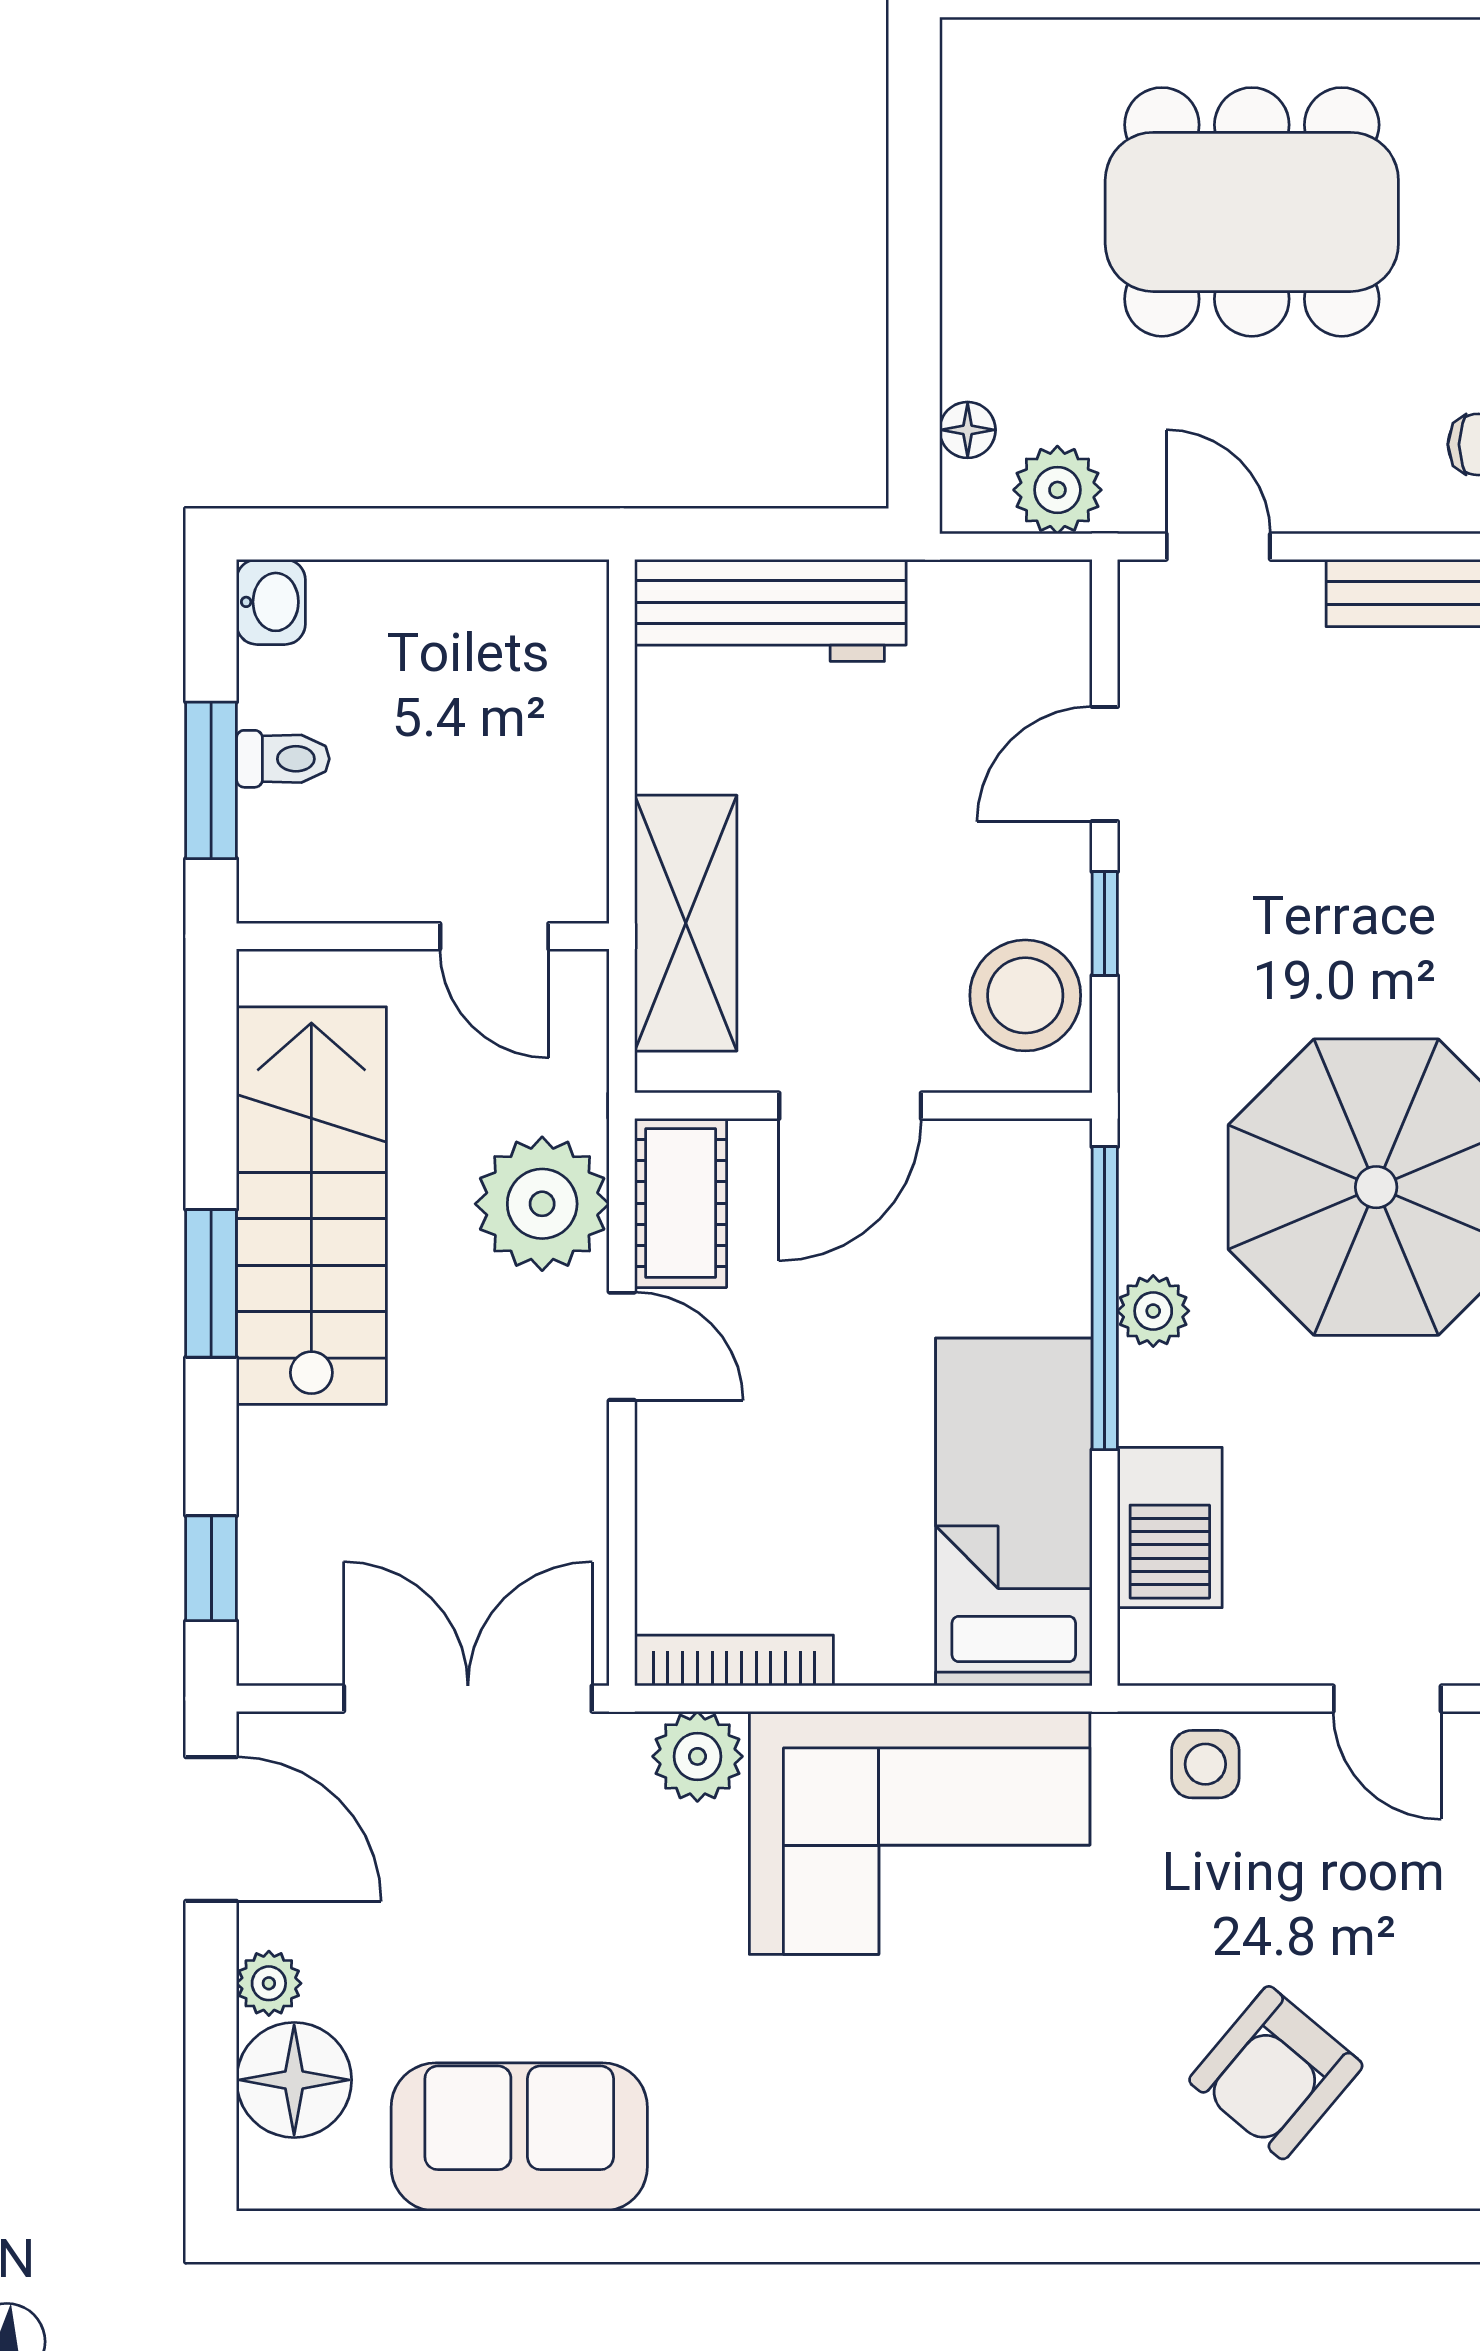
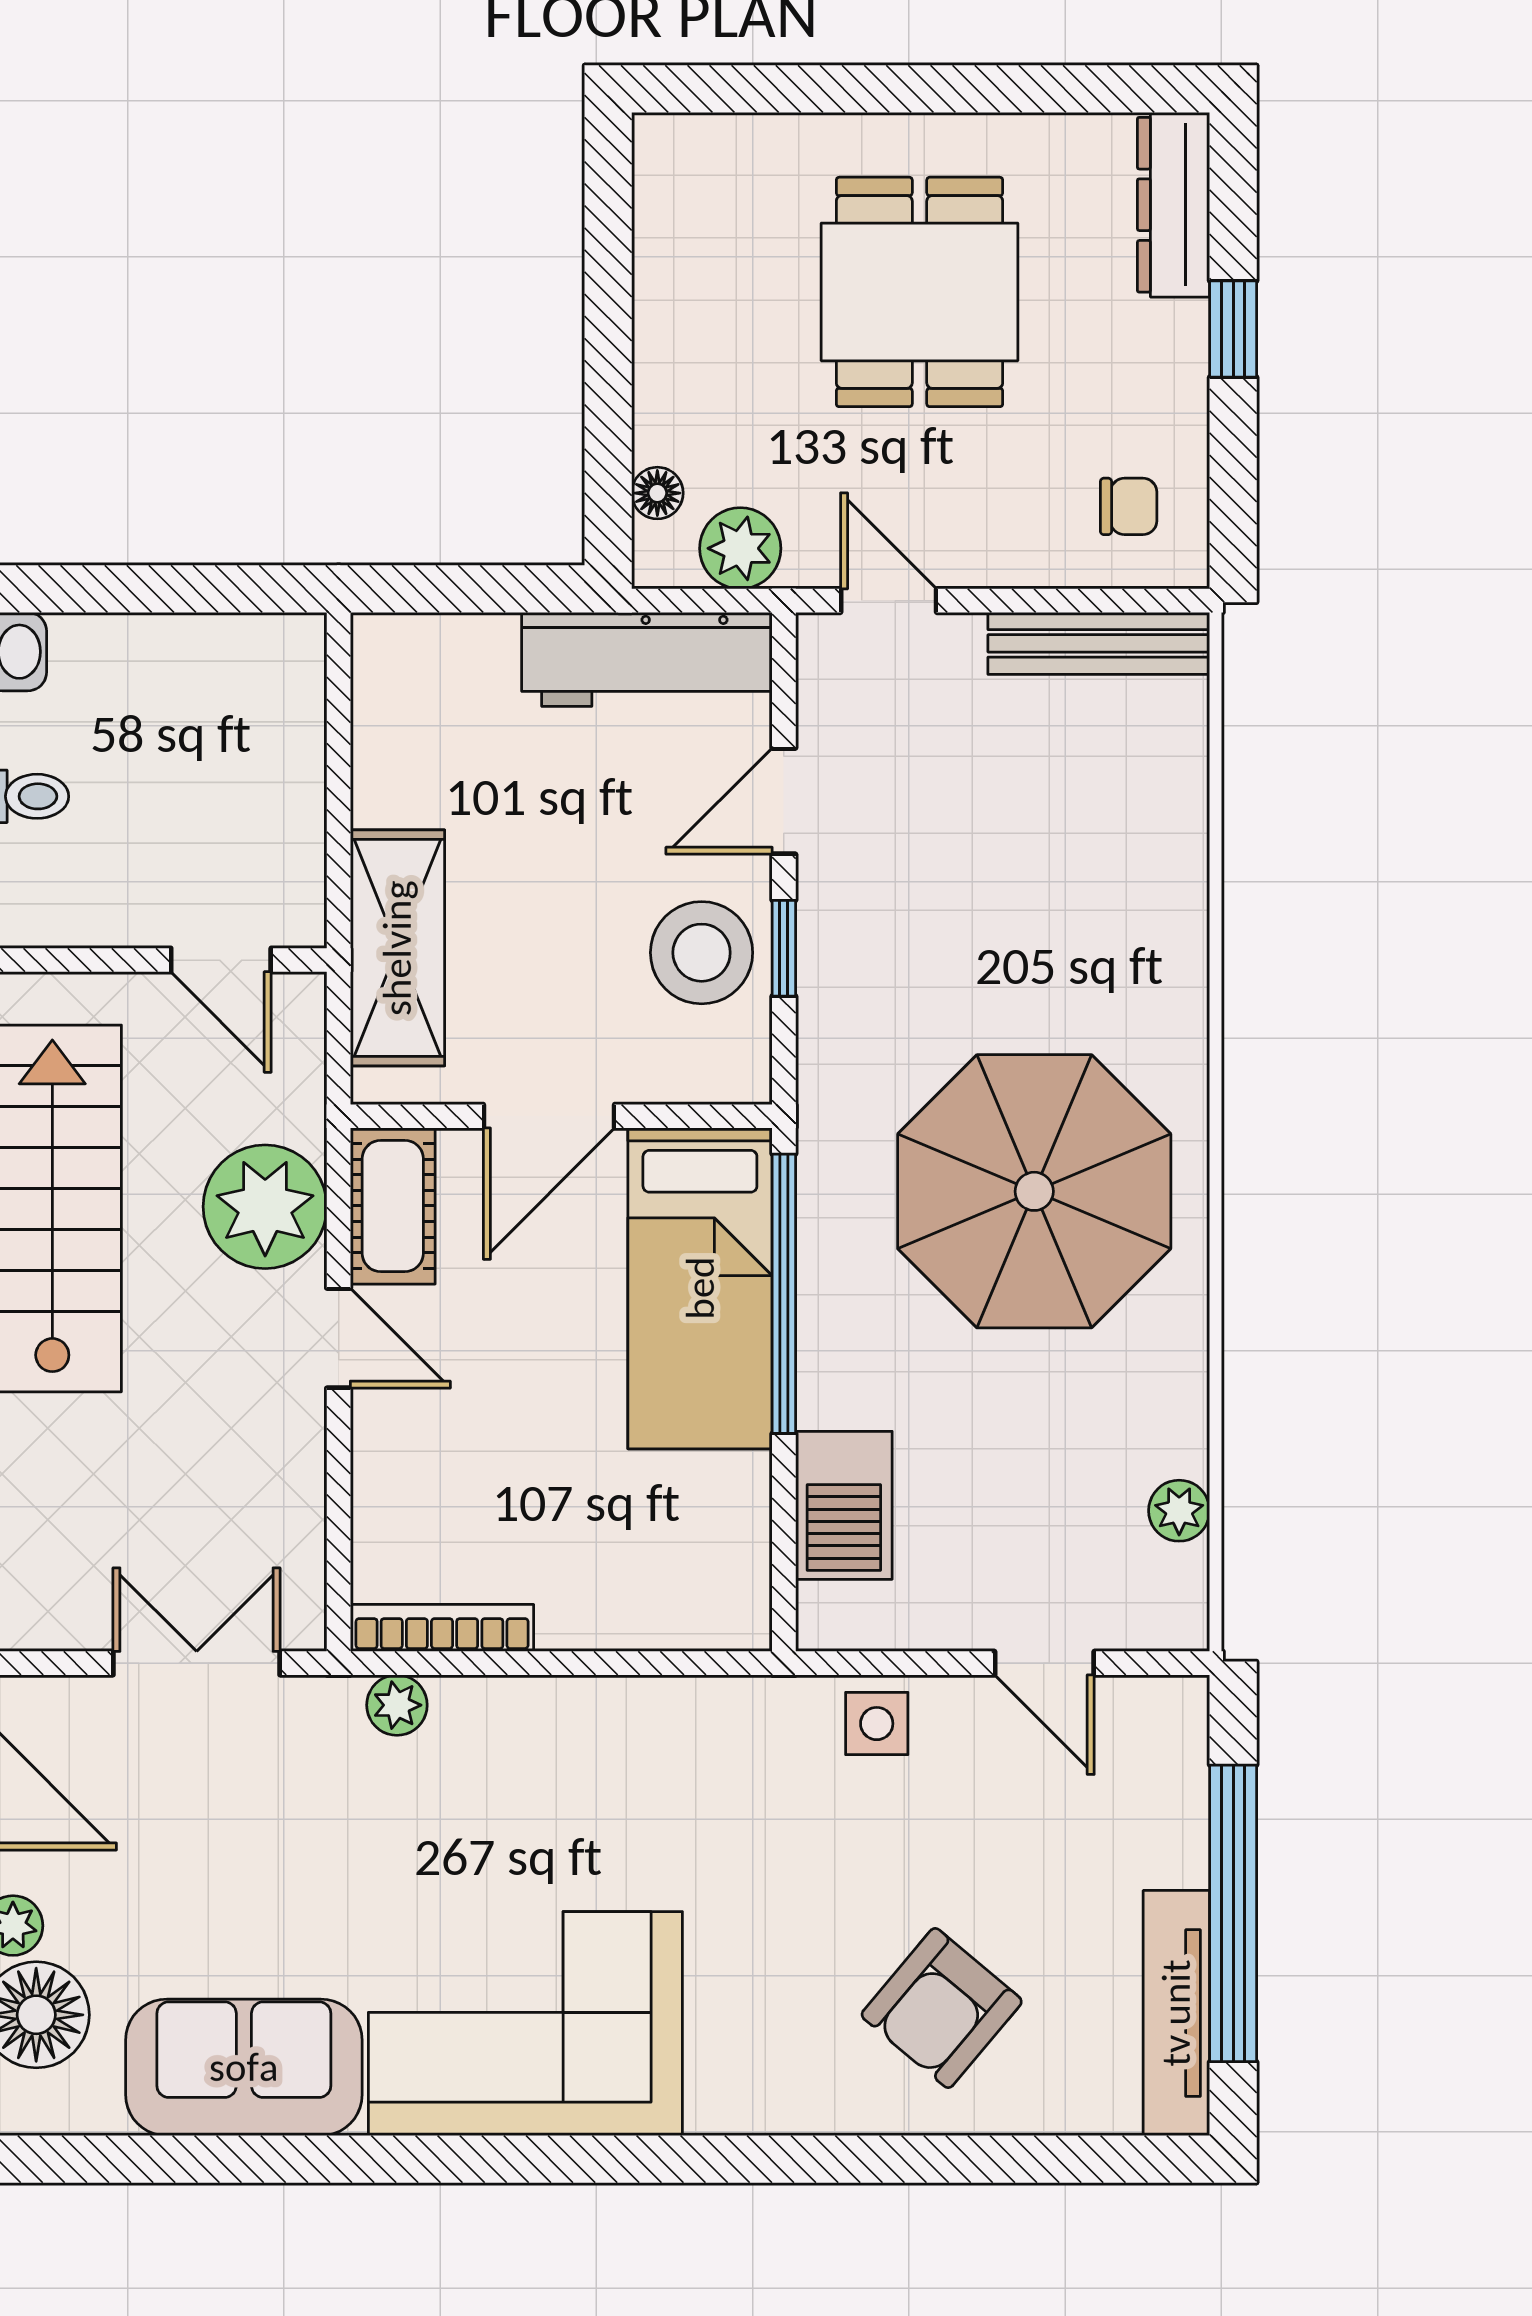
dining table: (1252, 212) -> (920, 292), width x0.73
workbench: (770, 610) -> (647, 659), moved
stool: (1025, 995) -> (702, 953), moved
plant: (1153, 1311) -> (829, 1306), removed
bed: (1014, 1512) -> (700, 1288), moved, turned 180
double door: (468, 1699) -> (197, 1663), width x0.73
plant: (697, 1756) -> (397, 1705), width x0.73, depth x0.73
corner sofa: (920, 1833) -> (525, 2024), moved, turned 180

